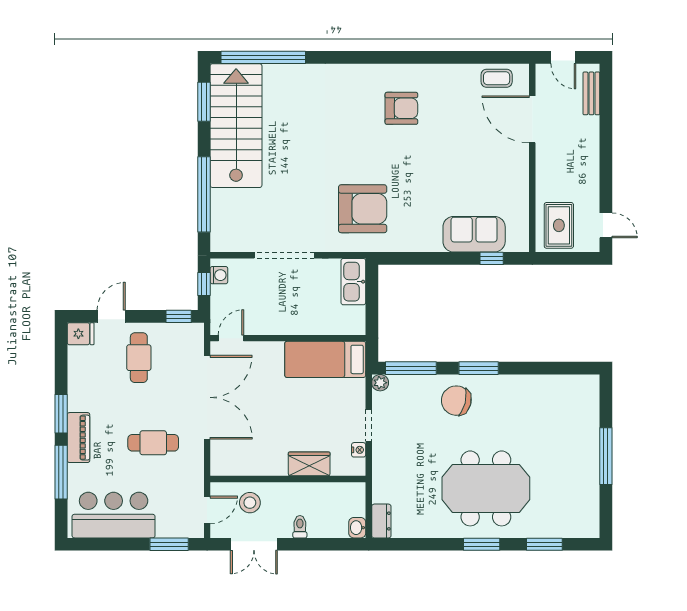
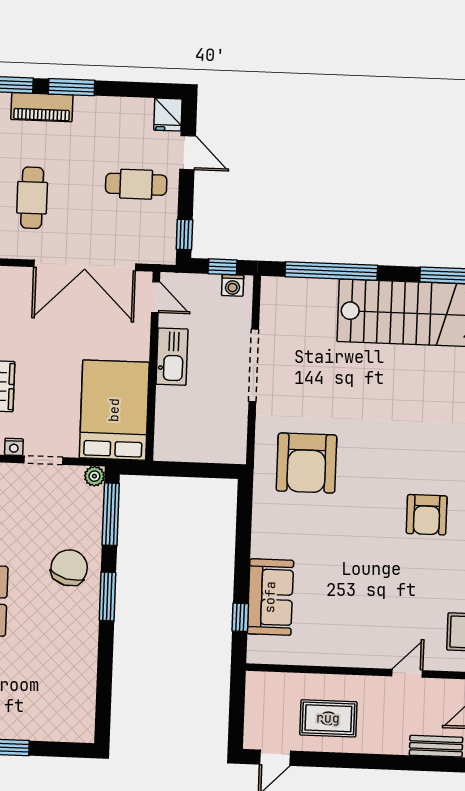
door: (532, 119) -> (407, 673), width x0.53
rug: (559, 225) -> (328, 718), moved
kitchen sink: (353, 282) -> (172, 357), moved, turned 90
bed: (325, 359) -> (114, 410), width x1.50

